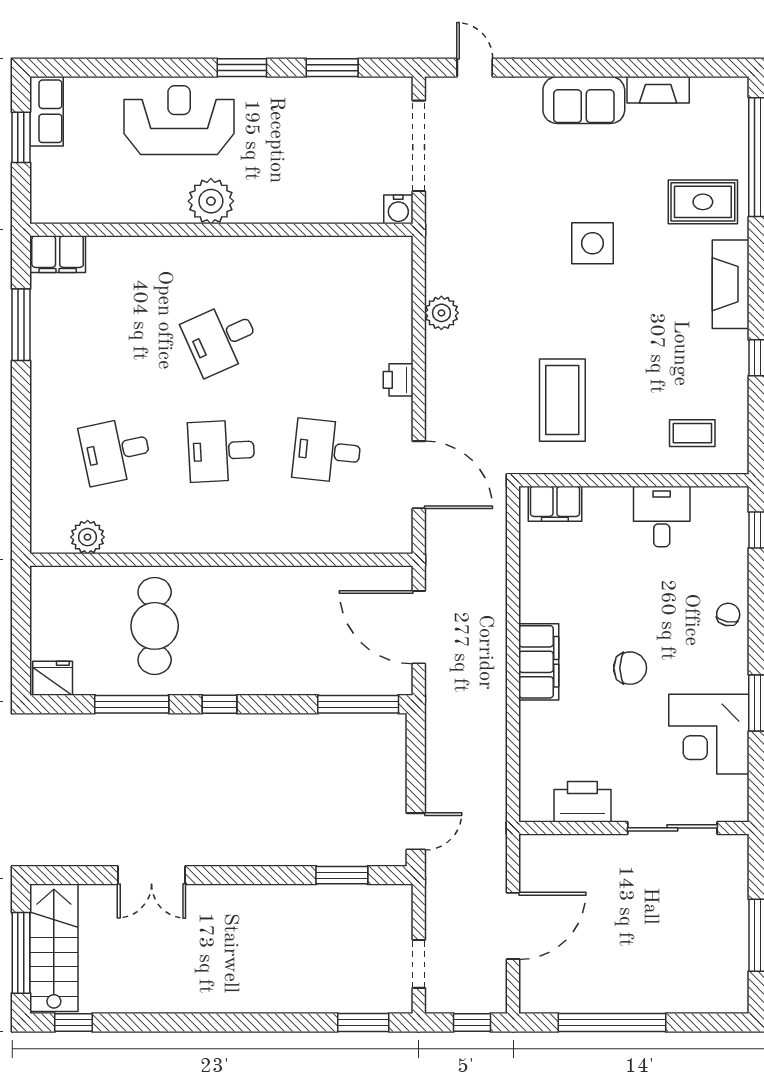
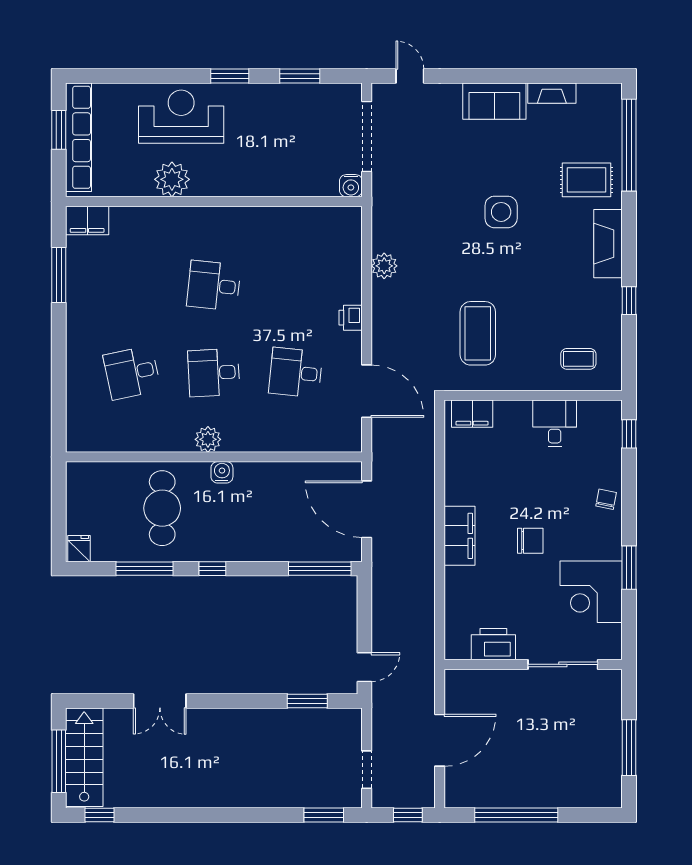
row of seats: (46, 111) -> (78, 137), width x2.02
plant: (211, 201) -> (172, 179), moved
desk: (221, 339) -> (214, 286), turned 30
plant: (88, 537) -> (208, 439), moved
water cooler: (232, 580) -> (222, 472), added
fridge: (53, 678) -> (79, 549), width x0.72

